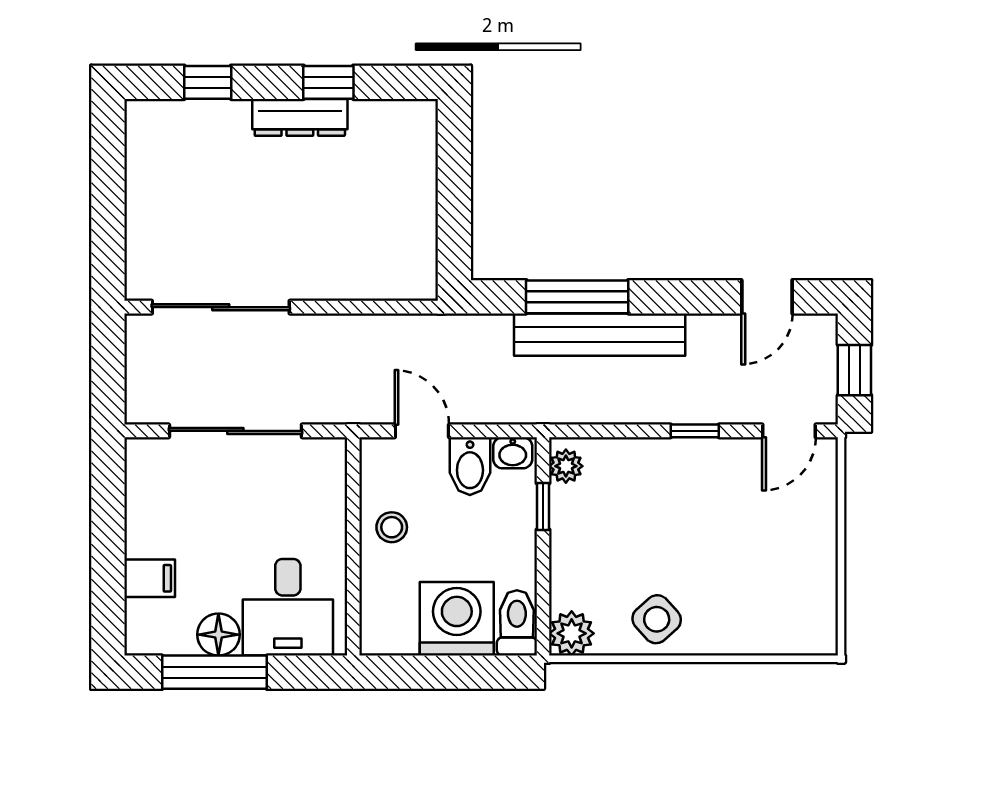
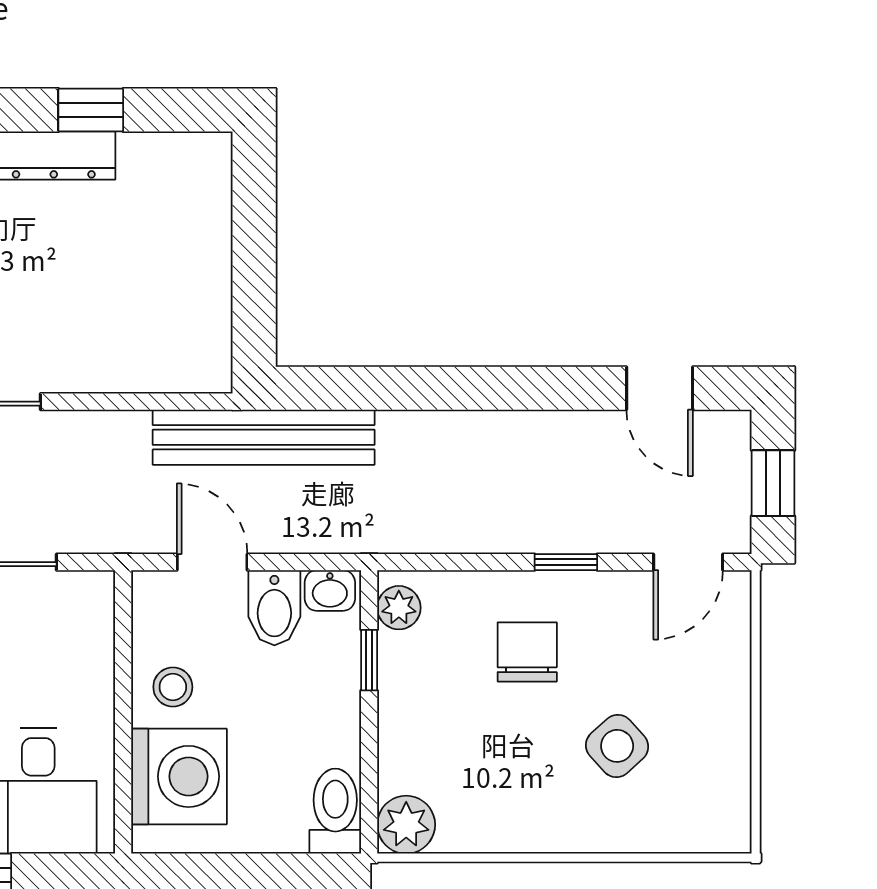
window: (577, 297) -> (413, 388), removed
door: (767, 297) -> (660, 388), hinge flipped
bench: (600, 335) -> (264, 437), moved
chair: (665, 500) -> (527, 652), added
washing machine: (457, 619) -> (179, 776), moved, turned 90
side table: (657, 619) -> (617, 746), moved

